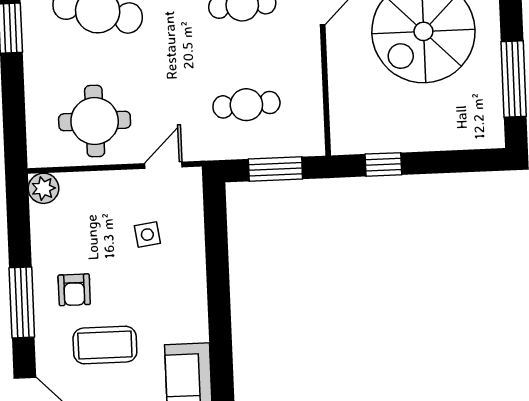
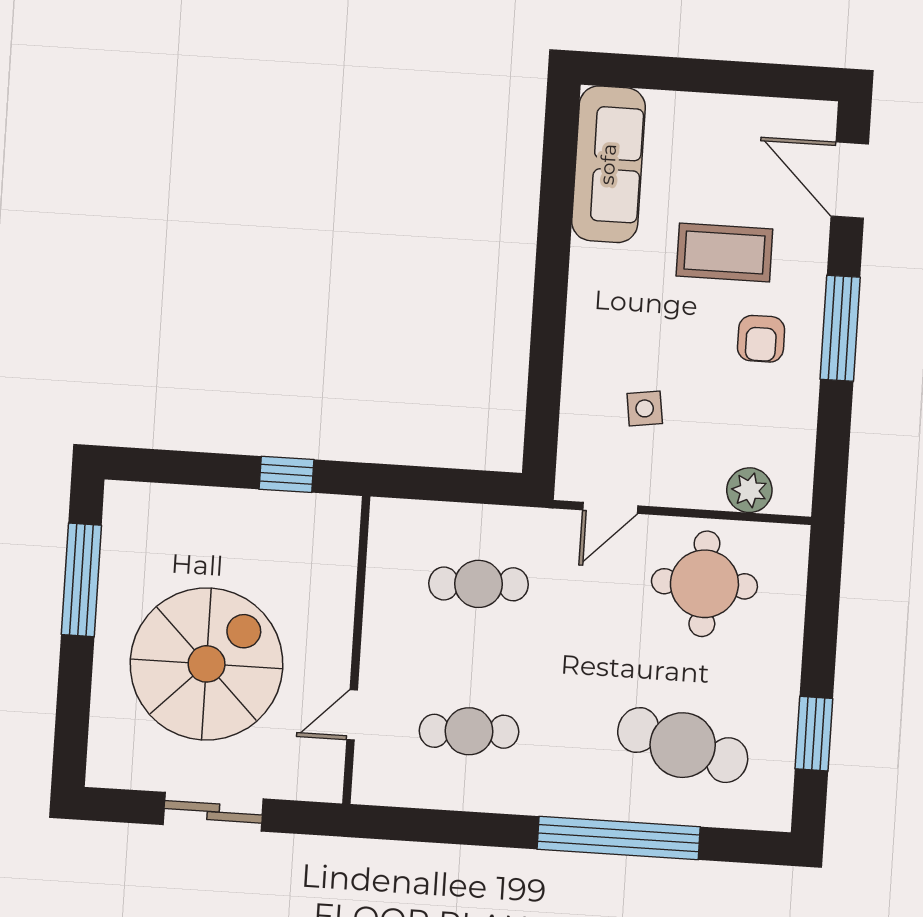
window: (275, 169) -> (446, 485), removed
plant: (43, 188) -> (749, 490), moved
armchair: (74, 290) -> (761, 339), turned 180

